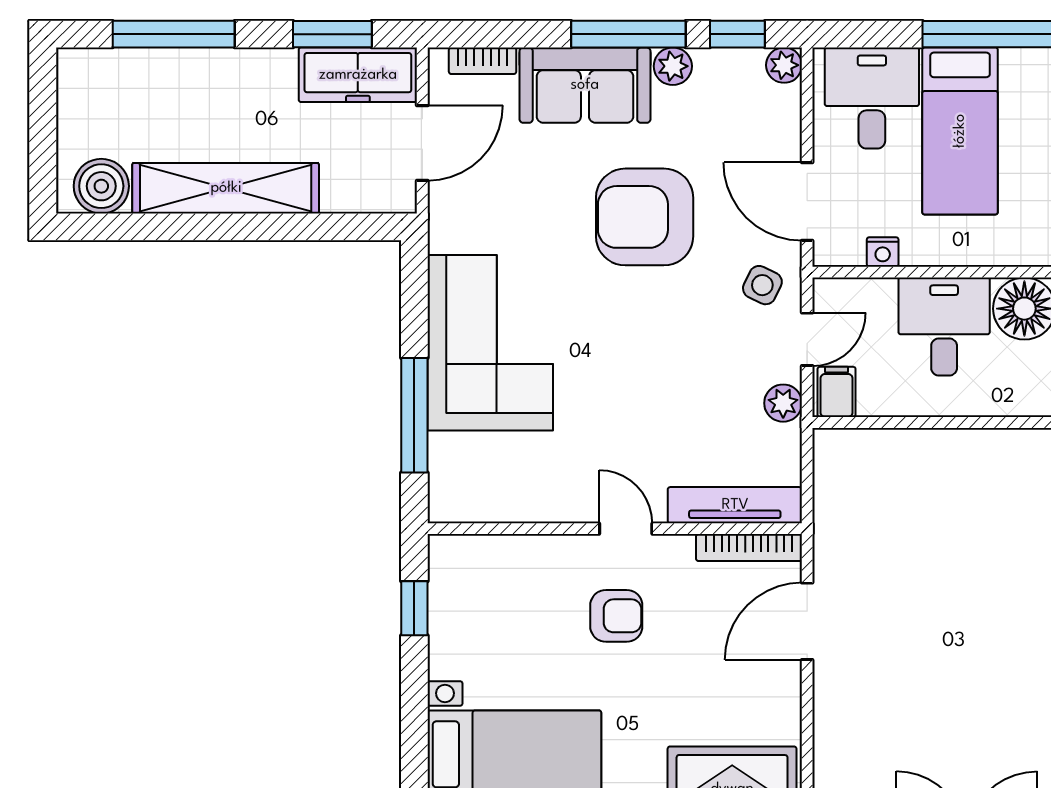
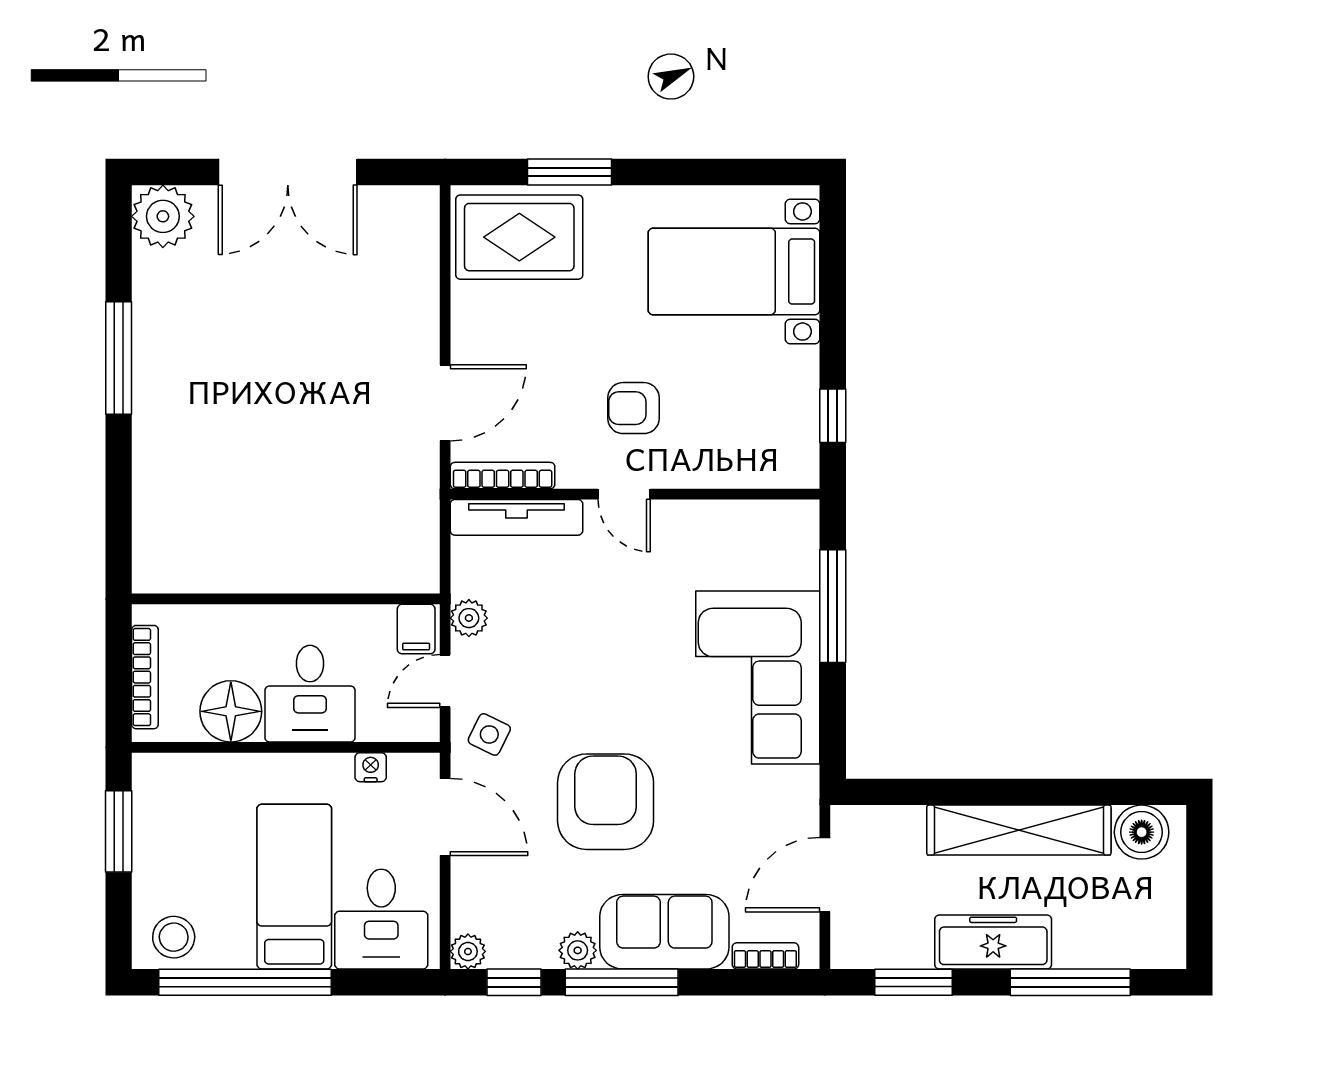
freezer: (358, 75) -> (993, 942), moved
armchair: (645, 217) -> (606, 802), turned -90

